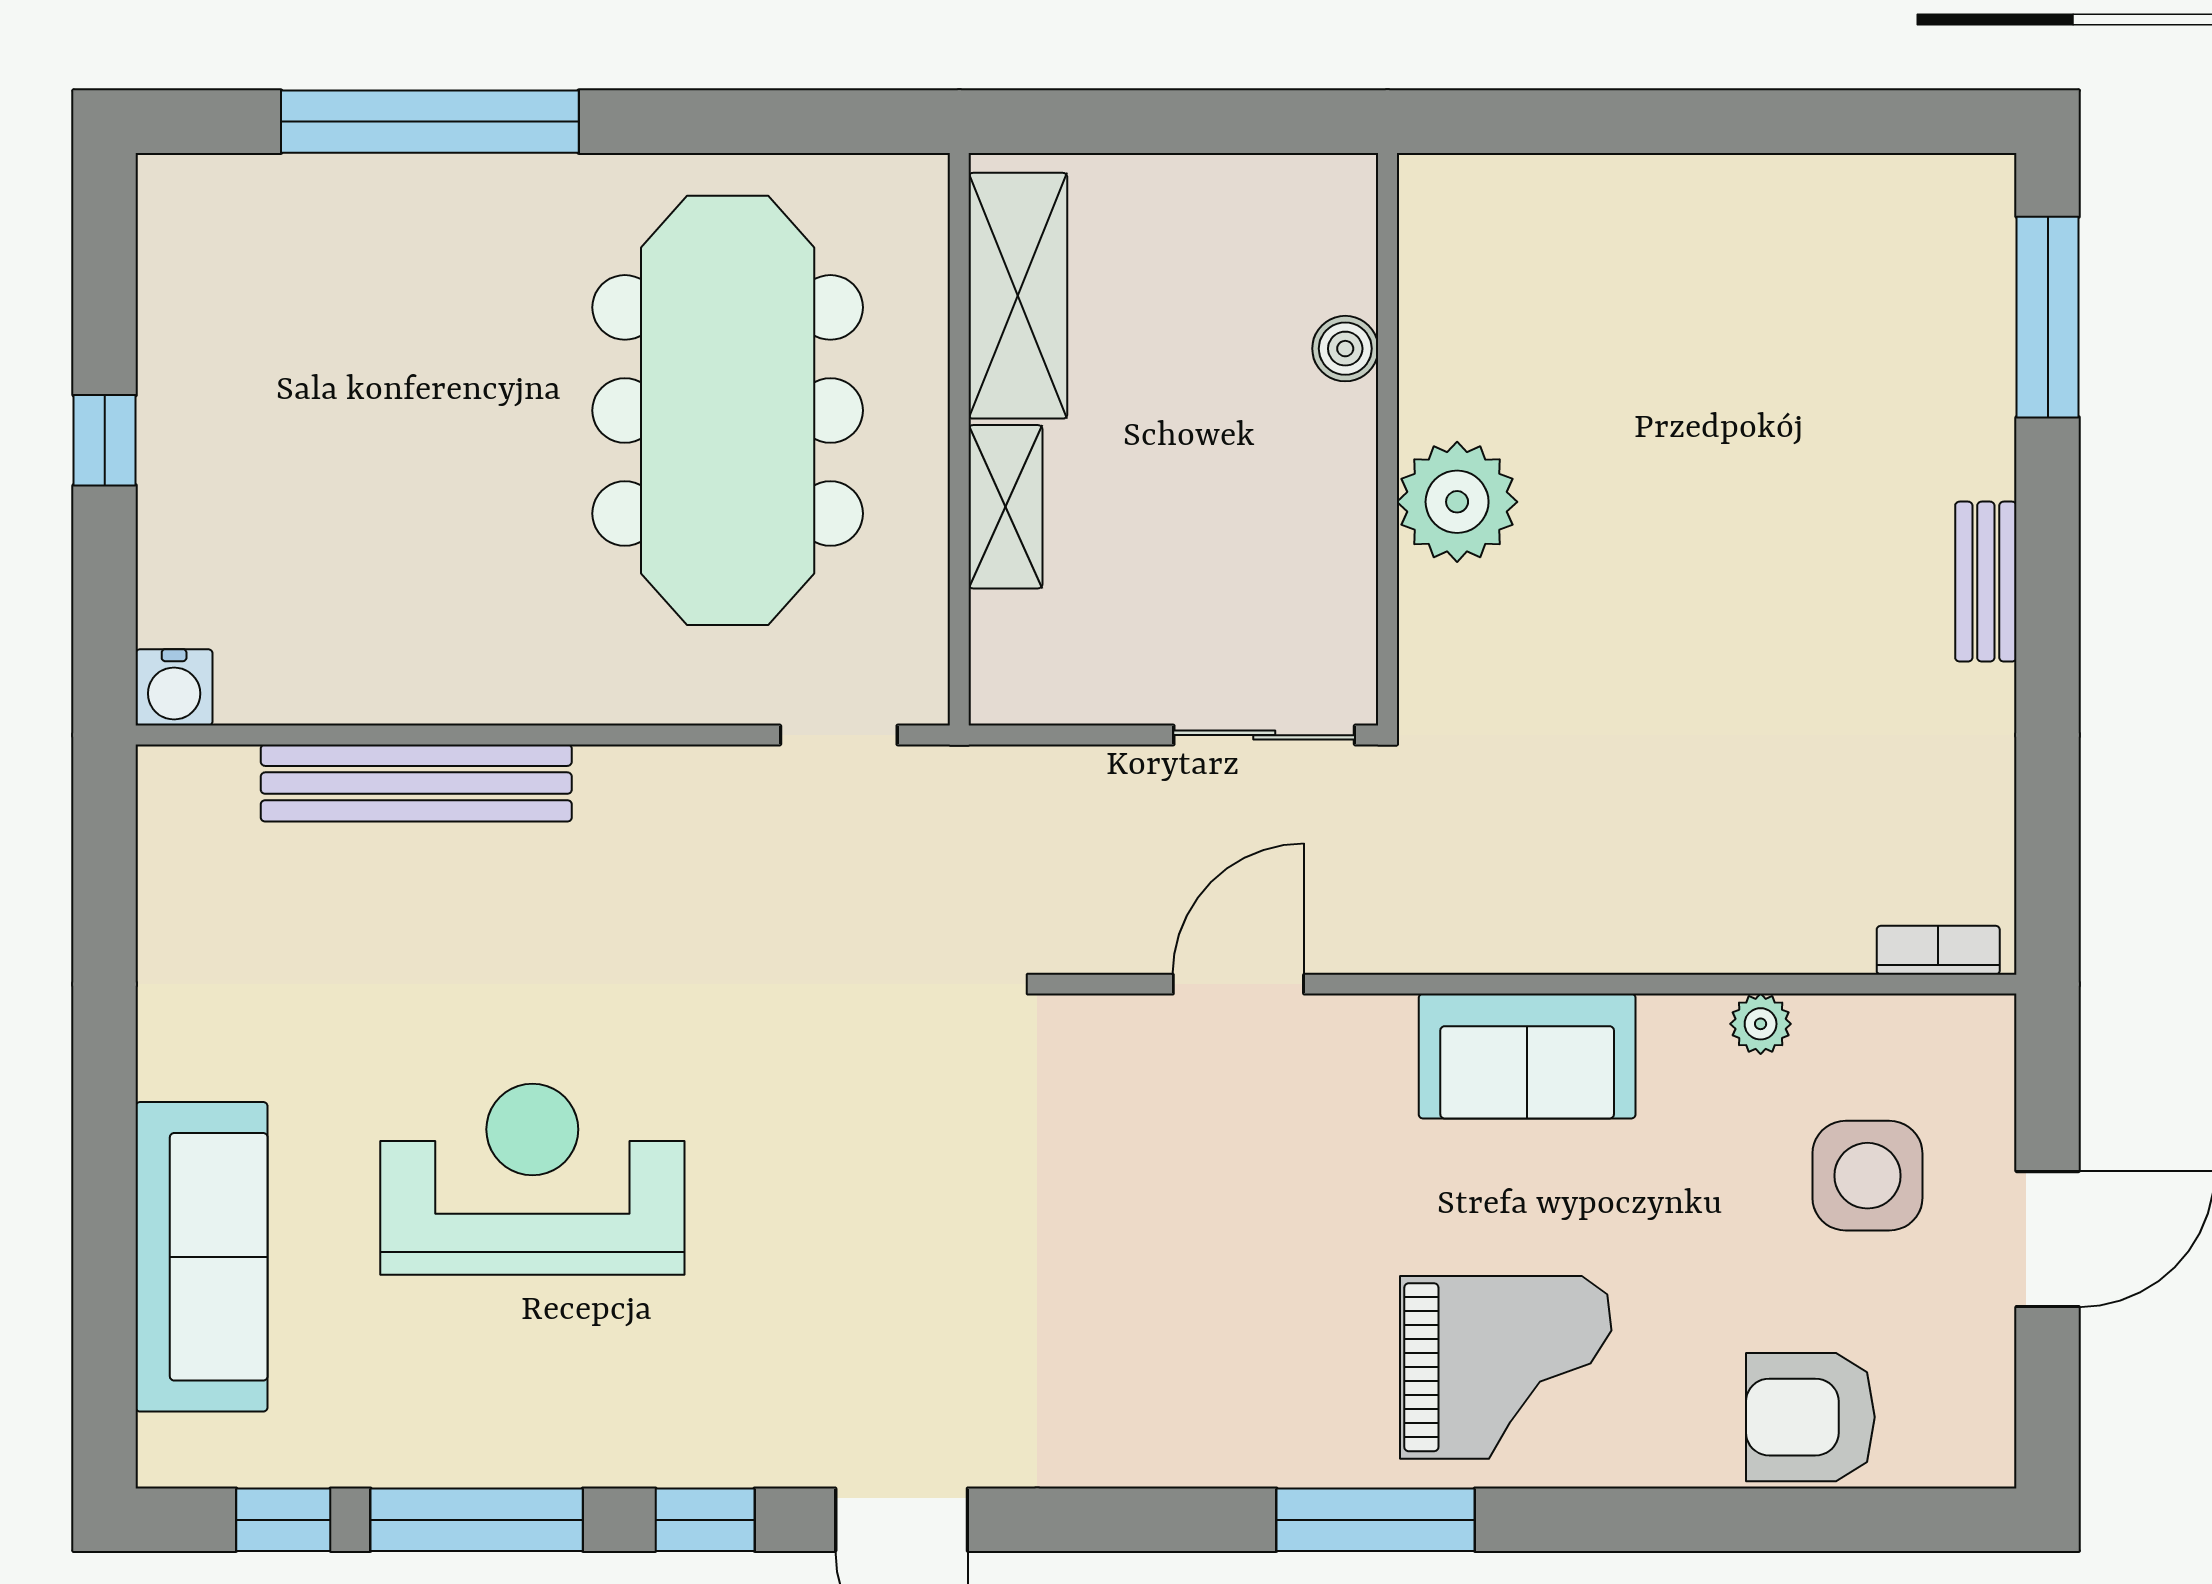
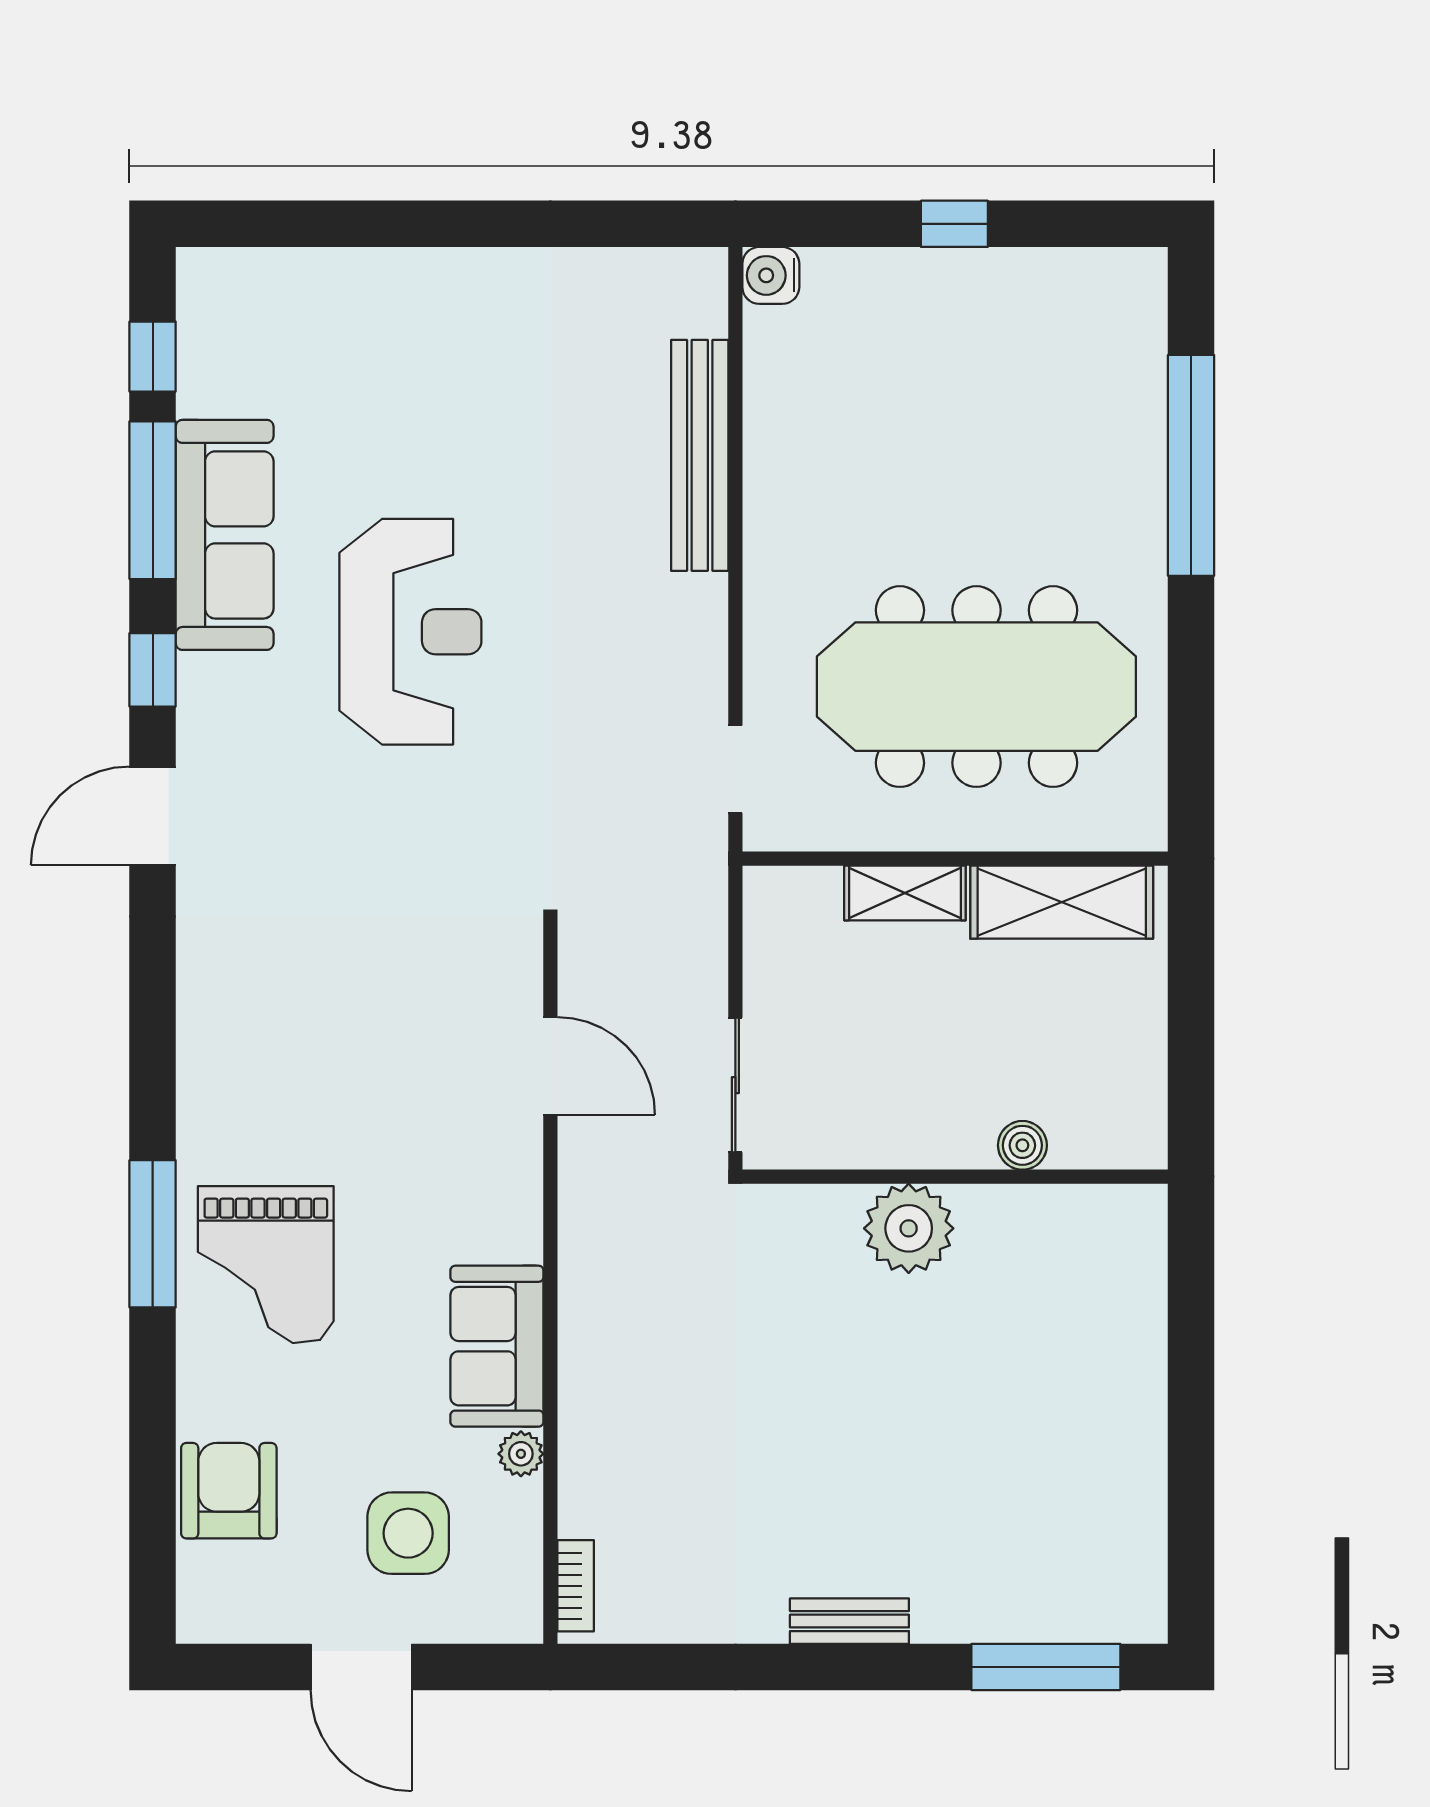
sofa: (1527, 1056) -> (497, 1346), moved
reception desk: (532, 1179) -> (410, 632), moved
sofa: (202, 1257) -> (225, 535), moved, turned -90
window: (1376, 1520) -> (153, 1234), moved

